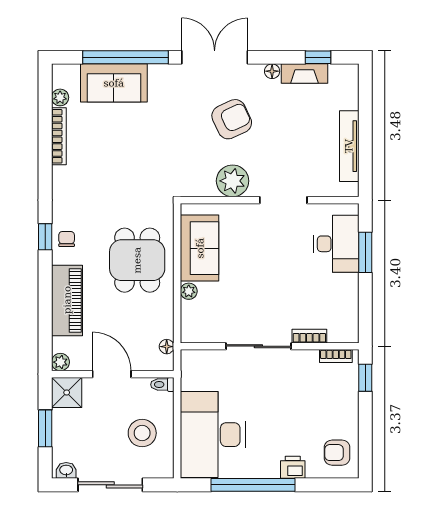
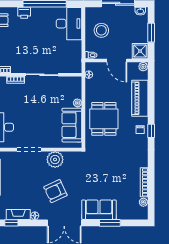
window: (126, 57) -> (110, 223), width x0.47
sofa: (114, 83) -> (99, 210), moved
desk: (213, 435) -> (69, 24), width x0.73, depth x0.77

